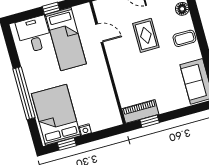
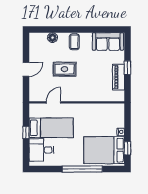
piano: (140, 111) -> (118, 77), moved
window: (150, 121) -> (127, 68), moved

